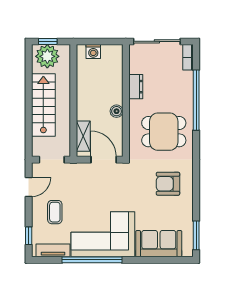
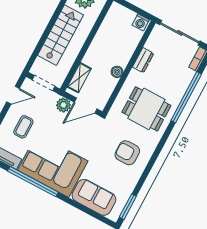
washing machine: (93, 52) -> (141, 22), moved
door: (104, 160) -> (86, 105), swing flipped
plant: (82, 171) -> (63, 105), added

